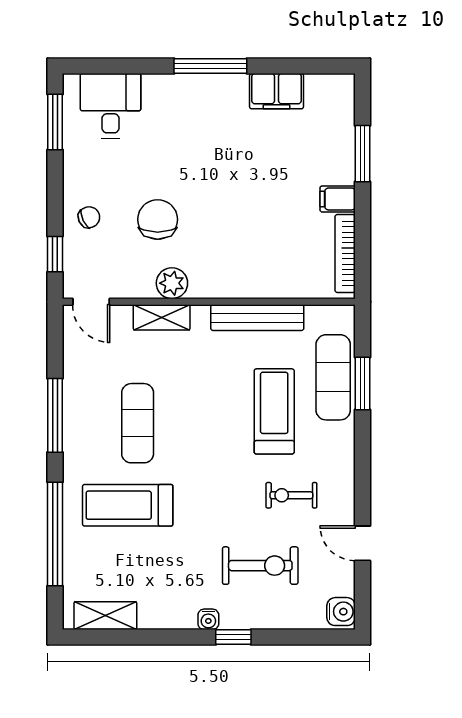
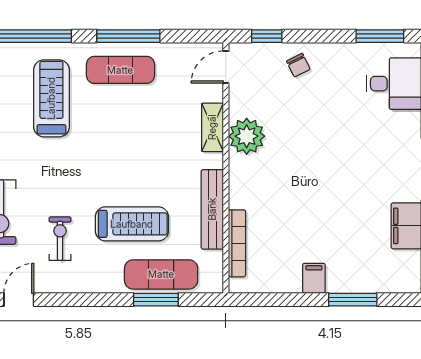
chair: (158, 219) -> (296, 124), removed
bookcase: (345, 254) -> (237, 243), moved, turned 90
plant: (172, 283) -> (247, 136), width x1.36, depth x1.36
exercise mat: (138, 423) -> (120, 70), moved

